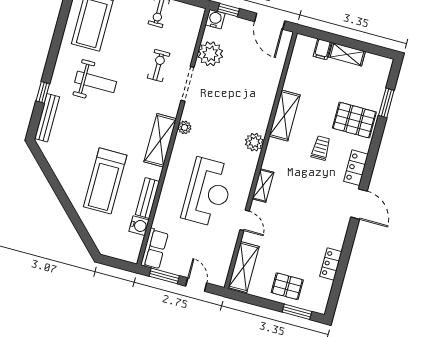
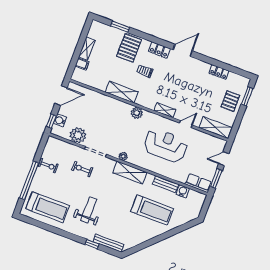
water cooler: (215, 19) -> (60, 121), moved

